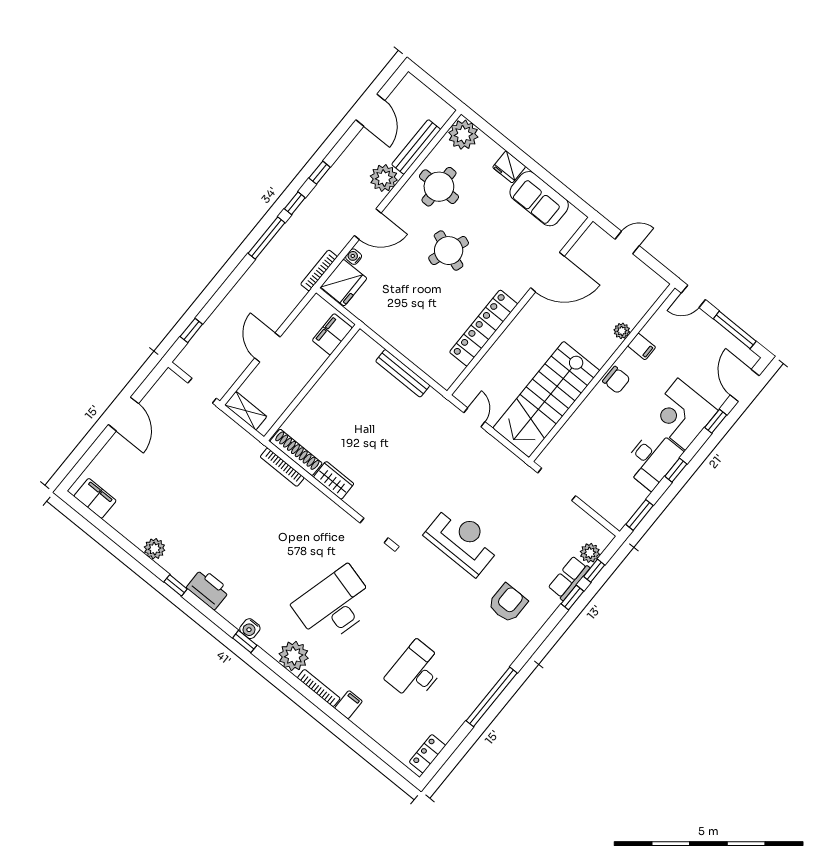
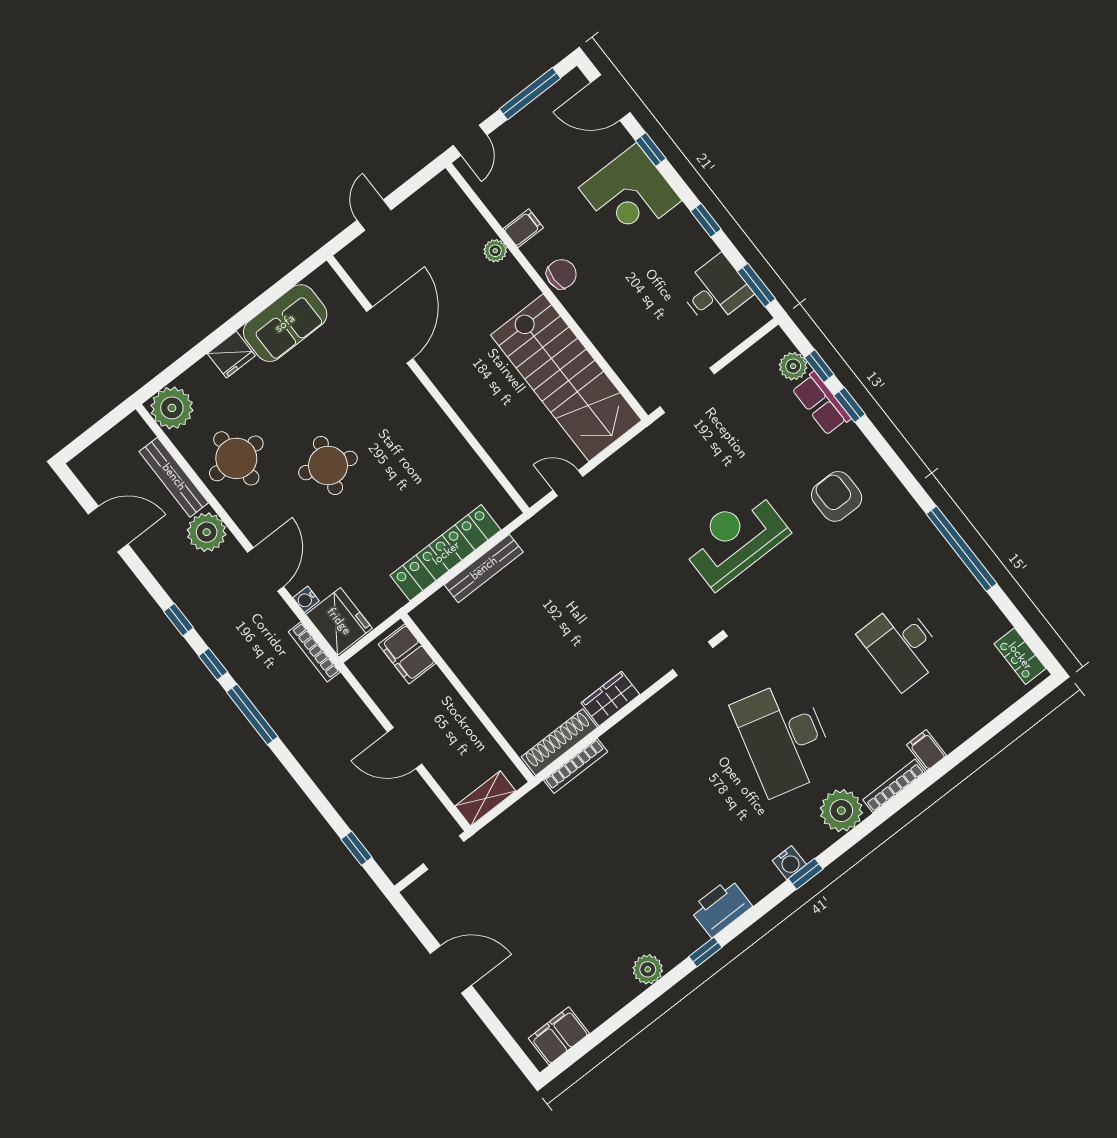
locker: (484, 328) -> (446, 553), moved, turned 90
desk: (652, 459) -> (715, 291), moved, width x0.73

